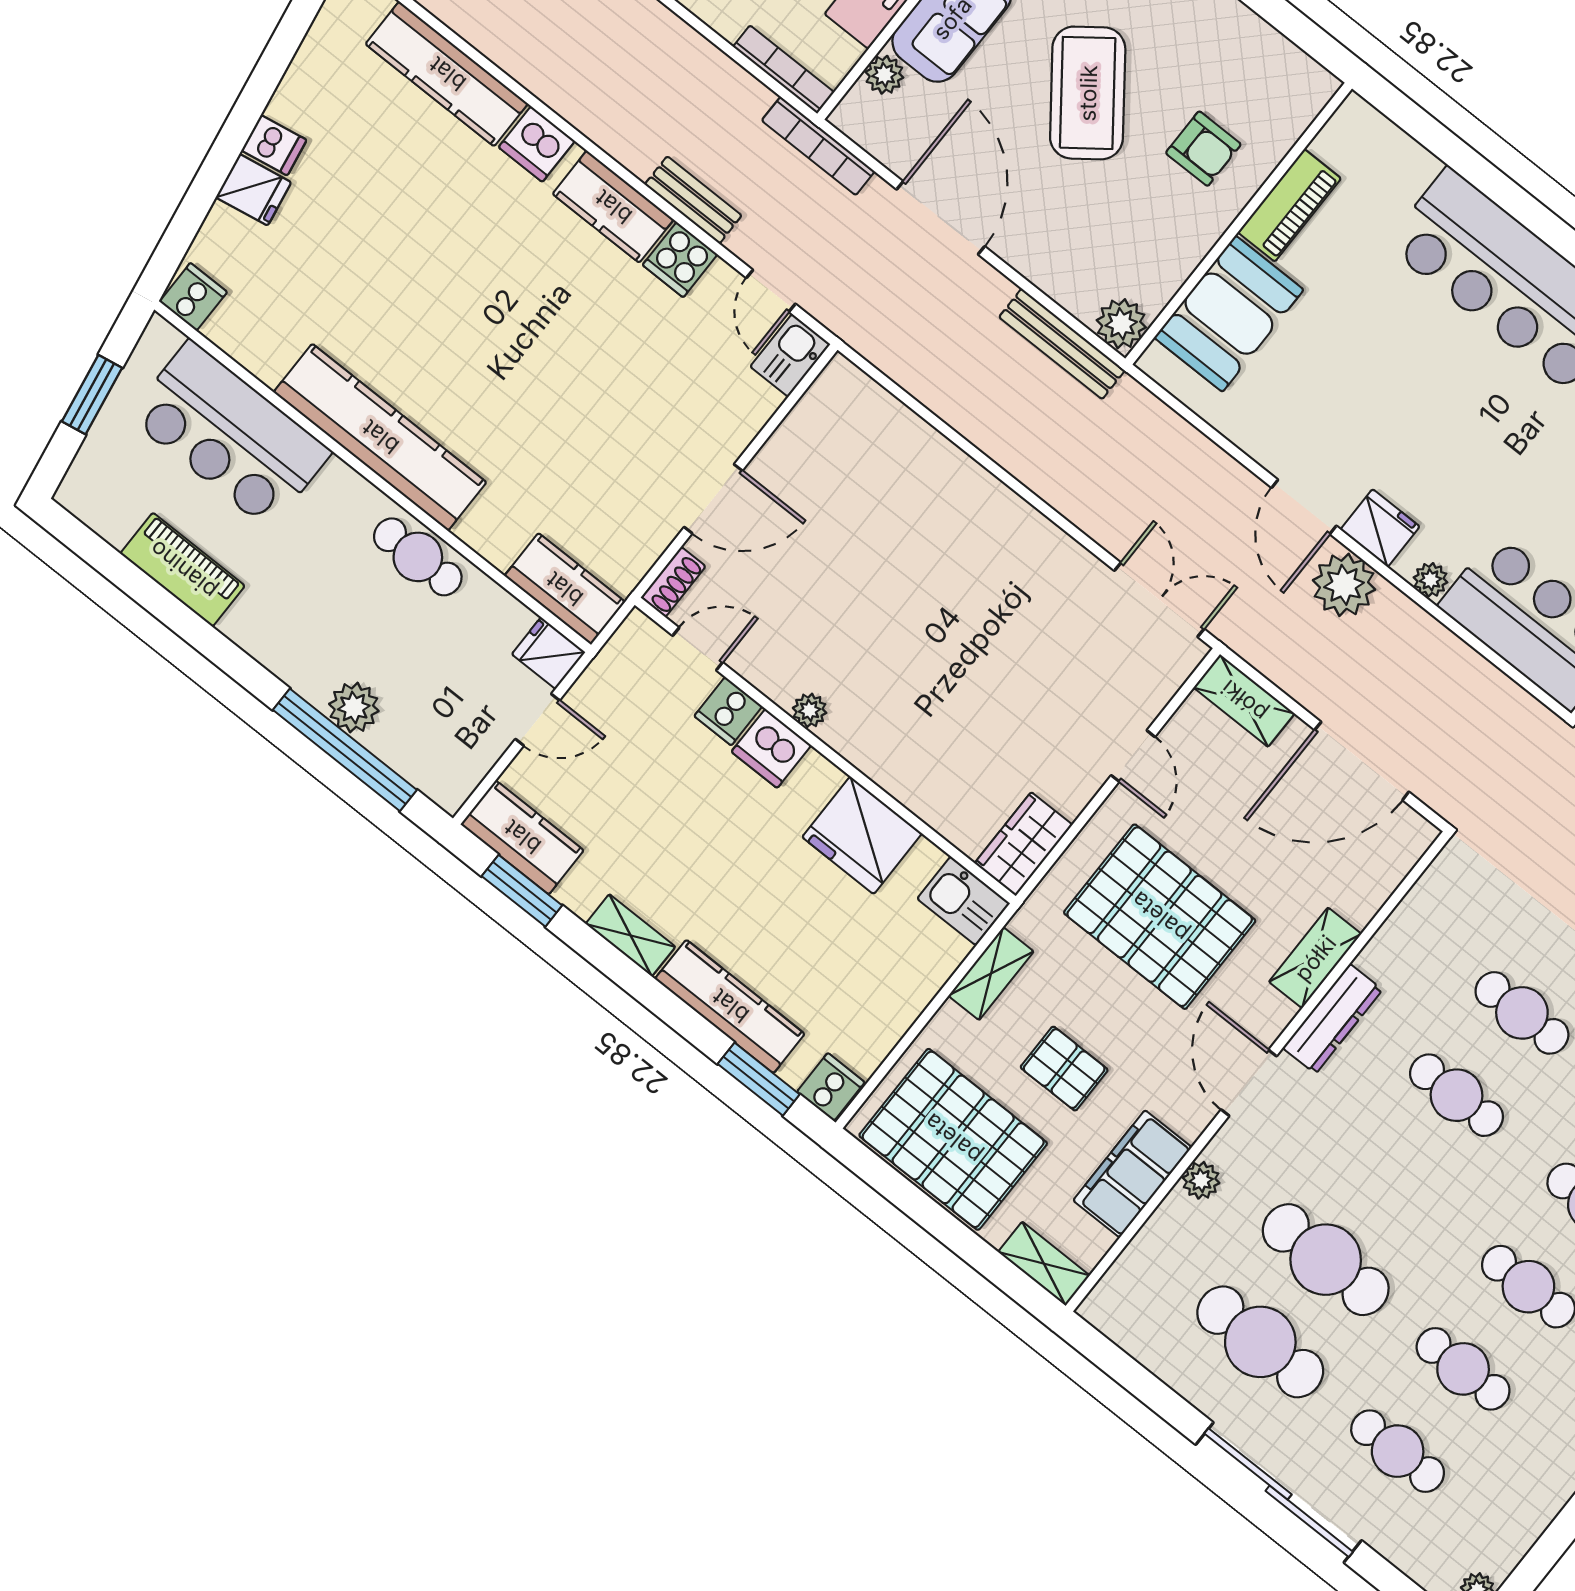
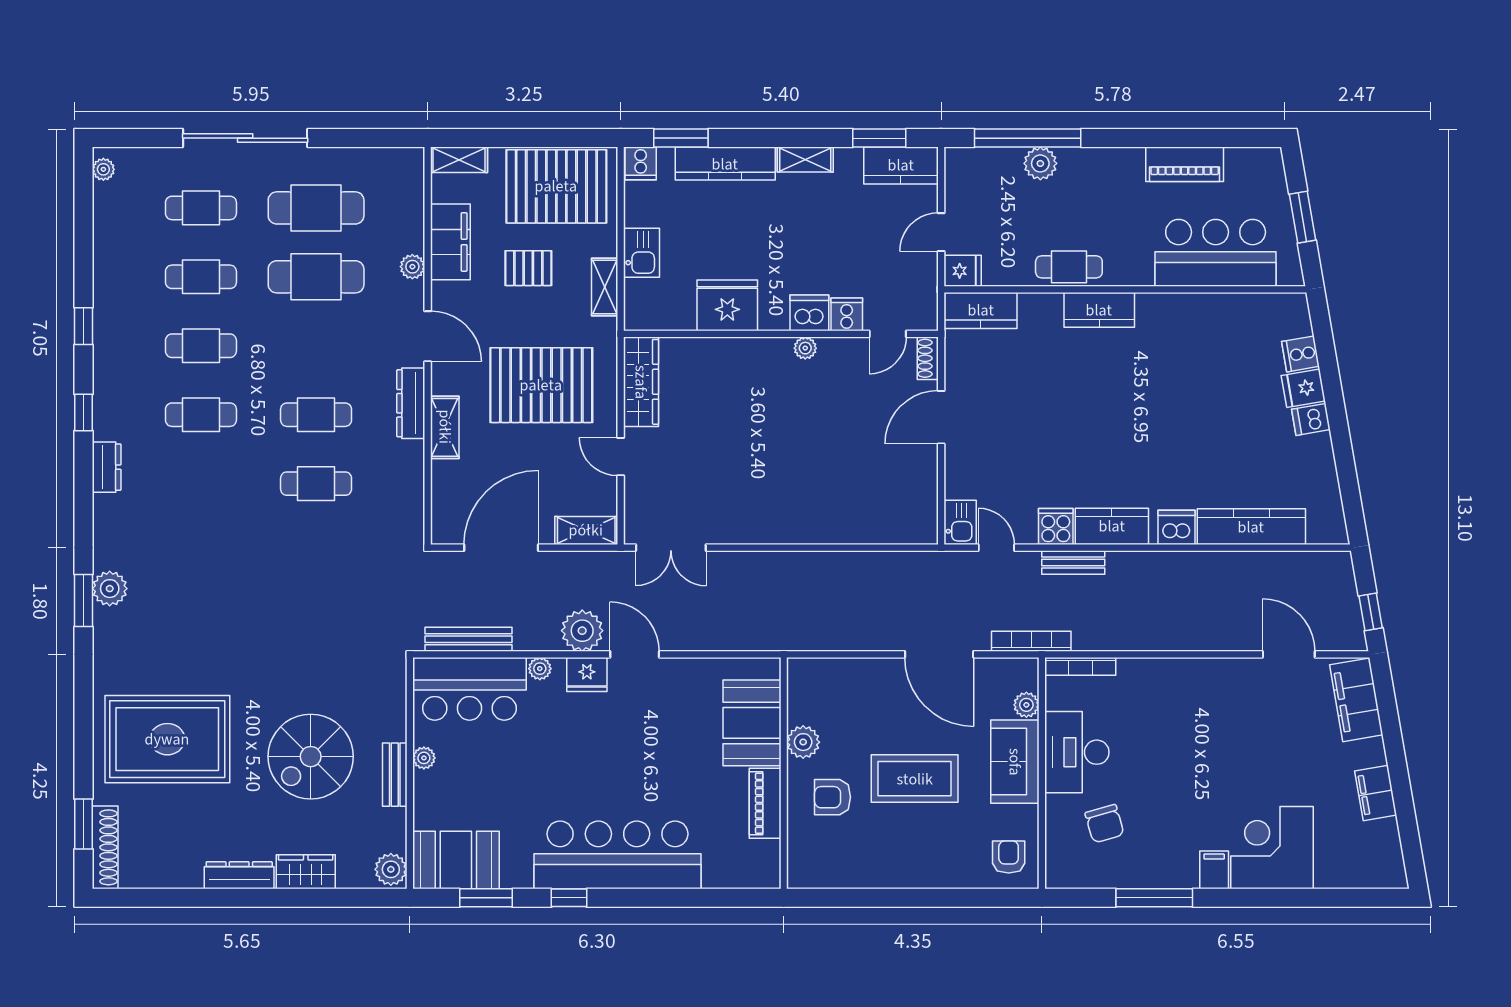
coffee table: (1088, 93) -> (915, 779), turned -53
cooker: (193, 297) -> (1300, 354), moved, turned 80
plant: (1121, 324) -> (803, 742), moved
bench: (1062, 344) -> (468, 639), moved
kitchen counter: (380, 437) -> (1099, 310), width x0.48, depth x0.86
wardrobe: (1023, 844) -> (641, 382), width x1.50
kitchen sink: (963, 901) -> (641, 253), moved, turned 90

